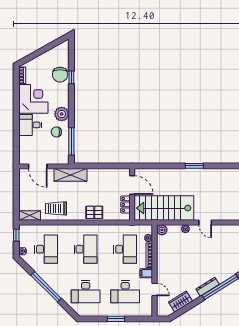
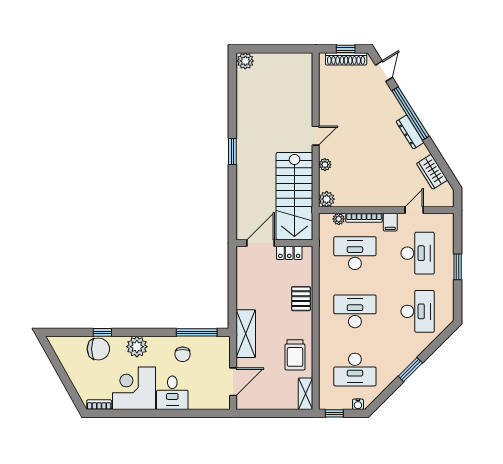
plant: (62, 114) -> (137, 347), moved
desk: (46, 249) -> (355, 370), turned 180
window: (46, 287) -> (410, 370), width x0.47

